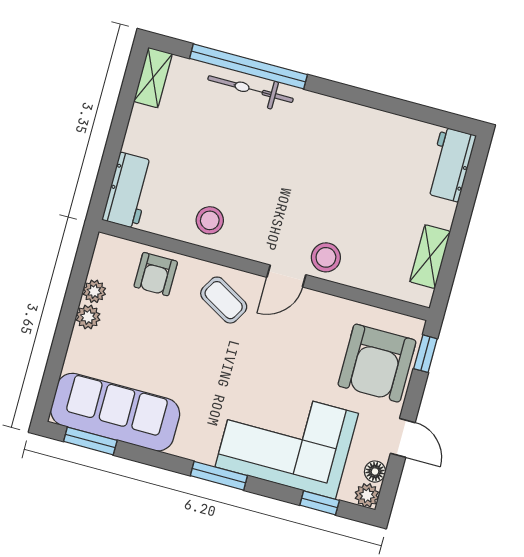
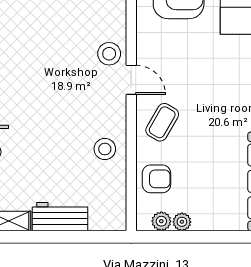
workbench: (128, 191) -> (60, 217), moved
plant: (88, 317) -> (161, 221), moved

